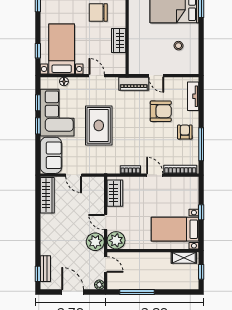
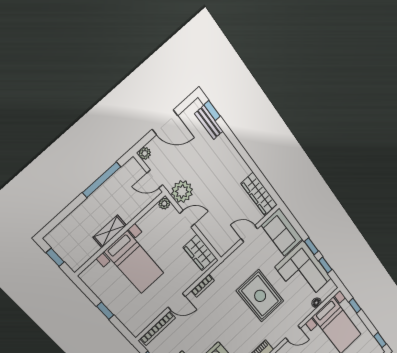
bed with nightstands: (175, 229) -> (134, 262), moved, turned 90
plant: (116, 240) -> (164, 203), width x0.53, depth x0.53
shelving: (184, 258) -> (110, 231), moved

